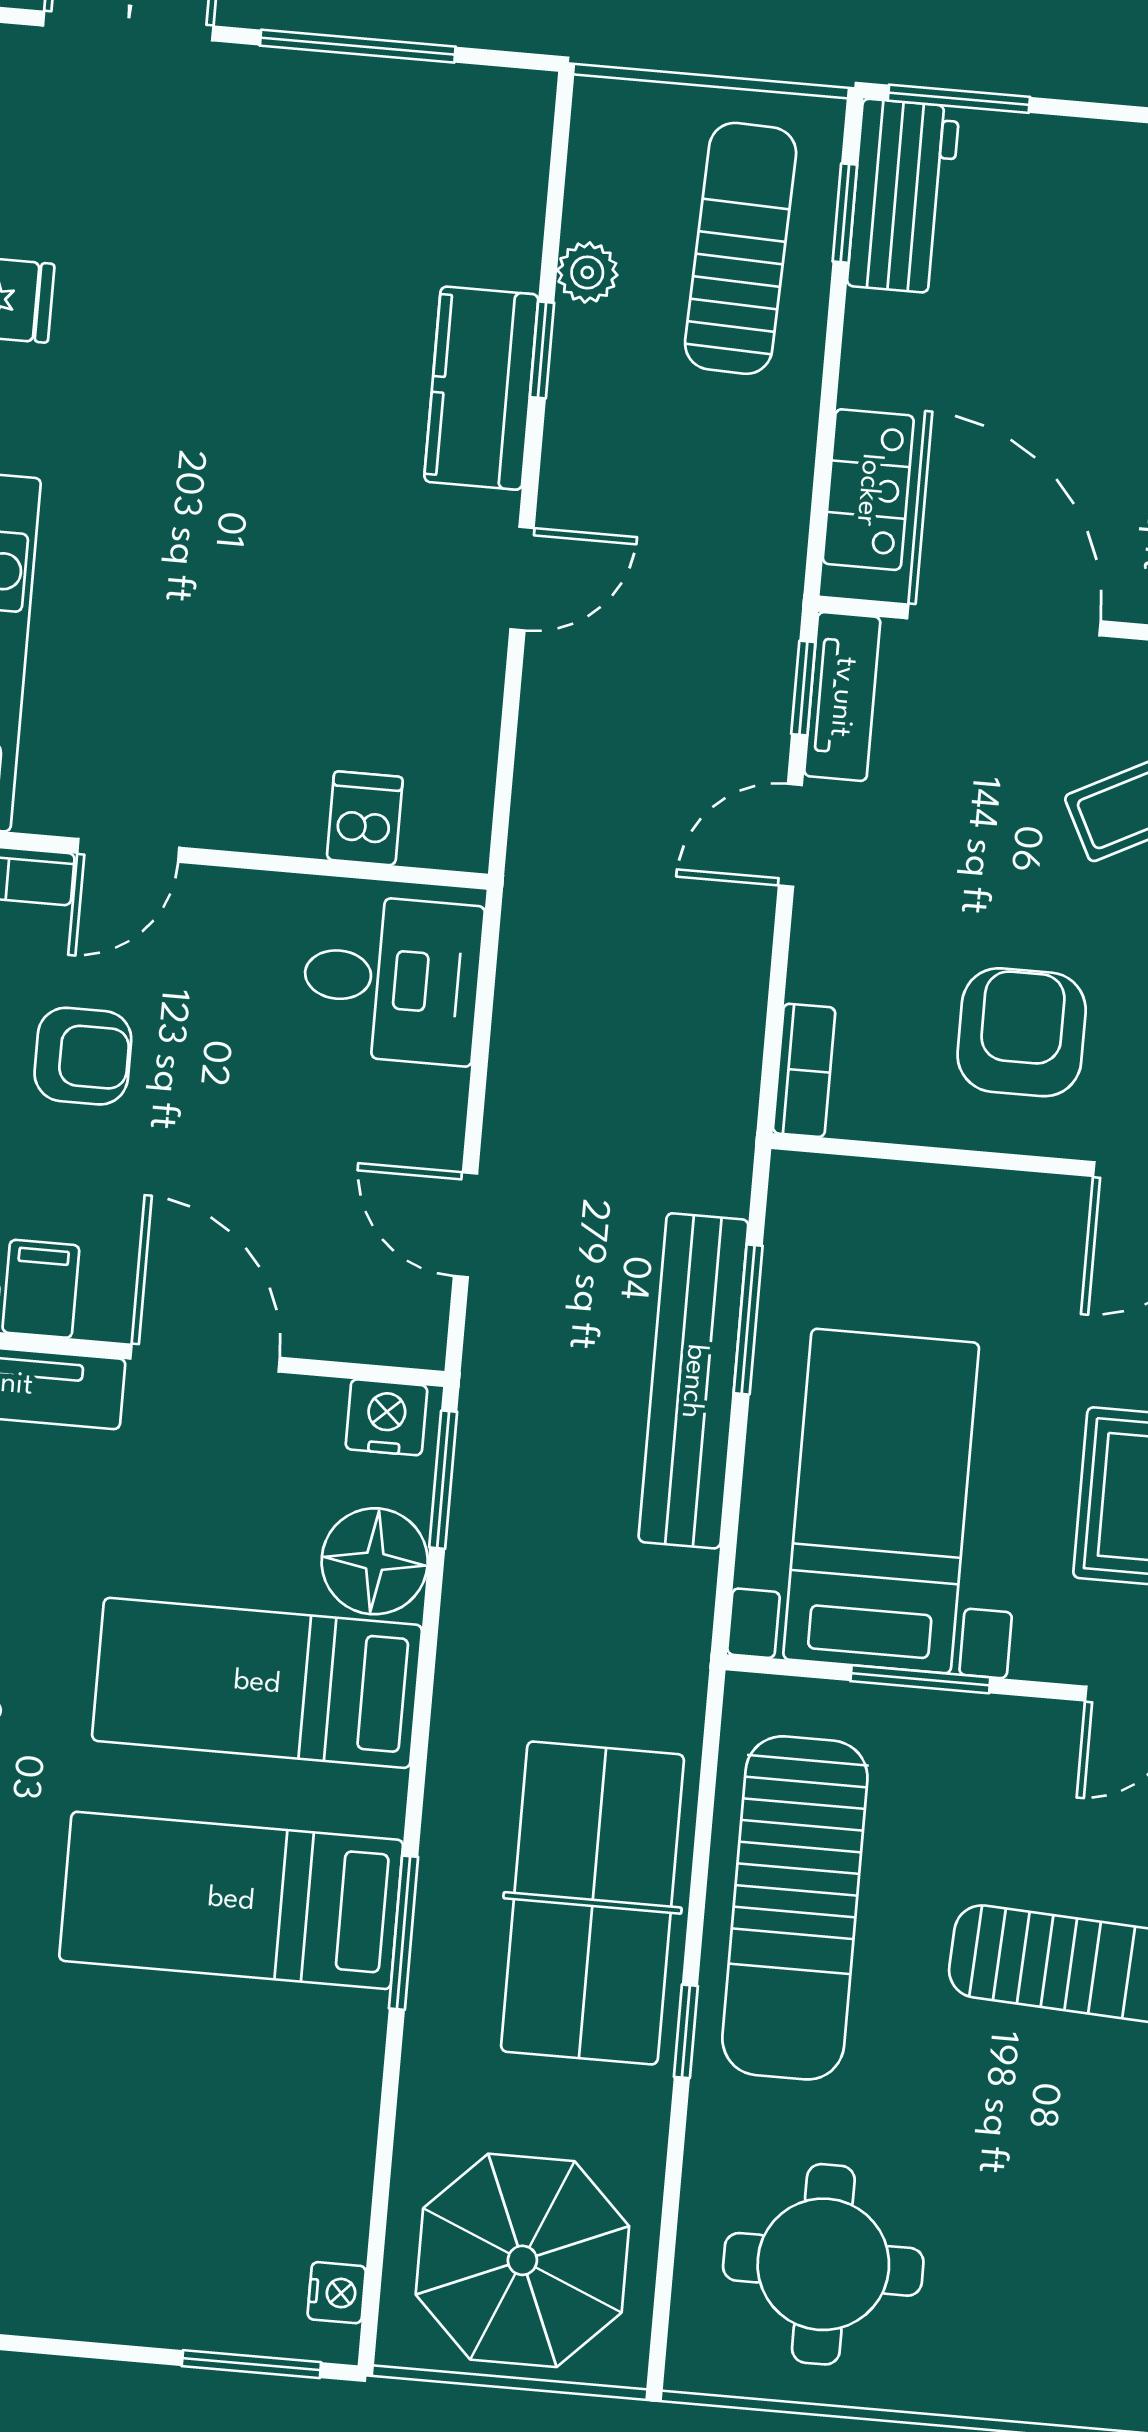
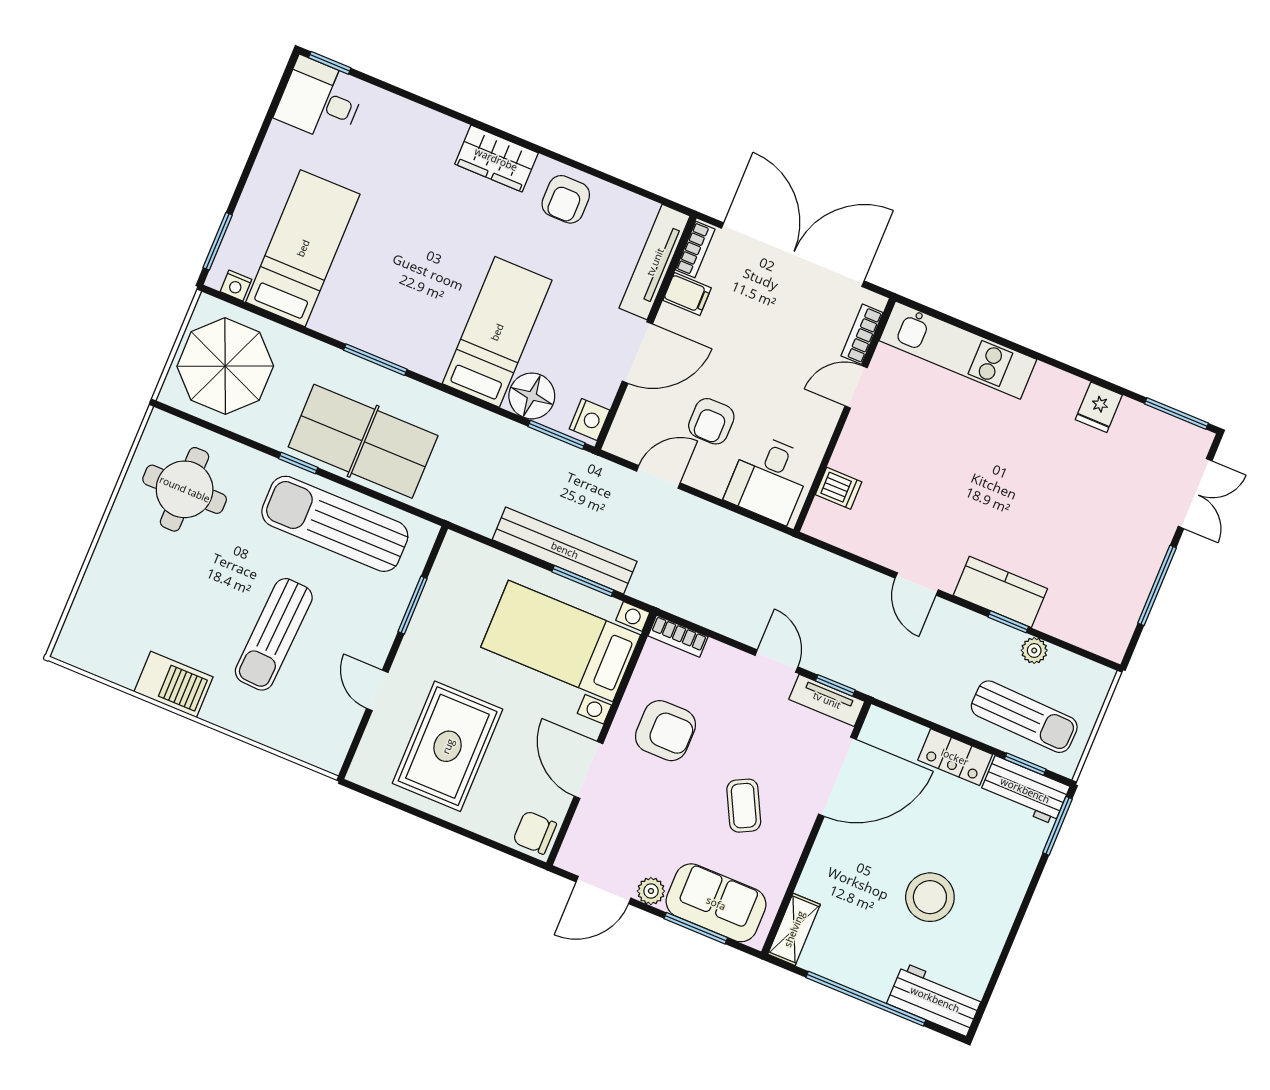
locker: (868, 490) -> (955, 757), moved
door: (128, 850) -> (856, 387), hinge flipped
armchair: (83, 1056) -> (711, 421), moved
bed with nightstands: (881, 1501) -> (561, 641), moved, turned 180
bed: (231, 1900) -> (303, 248), moved

